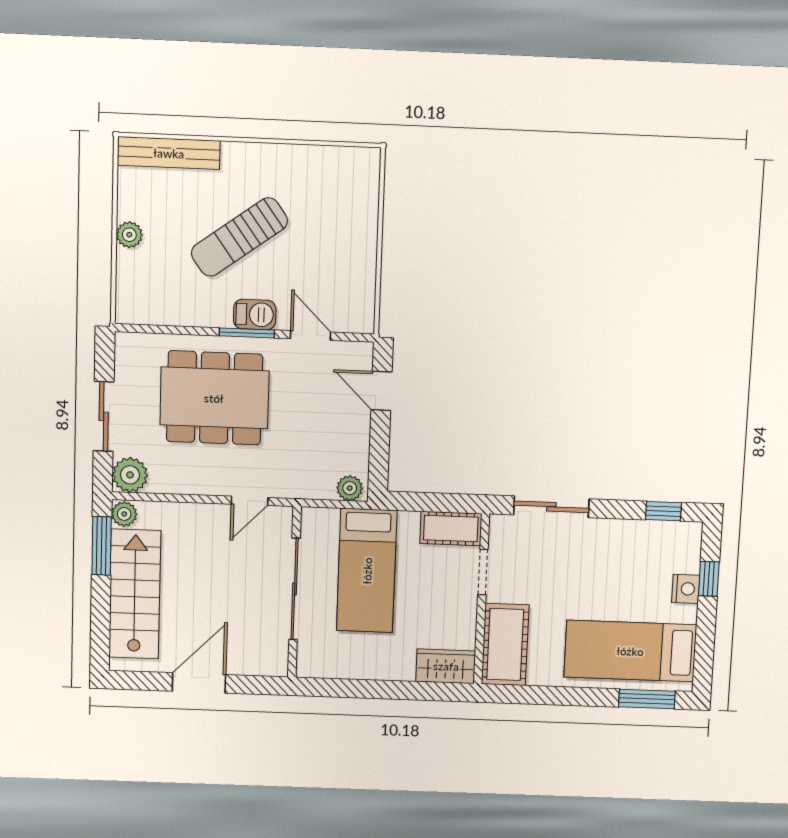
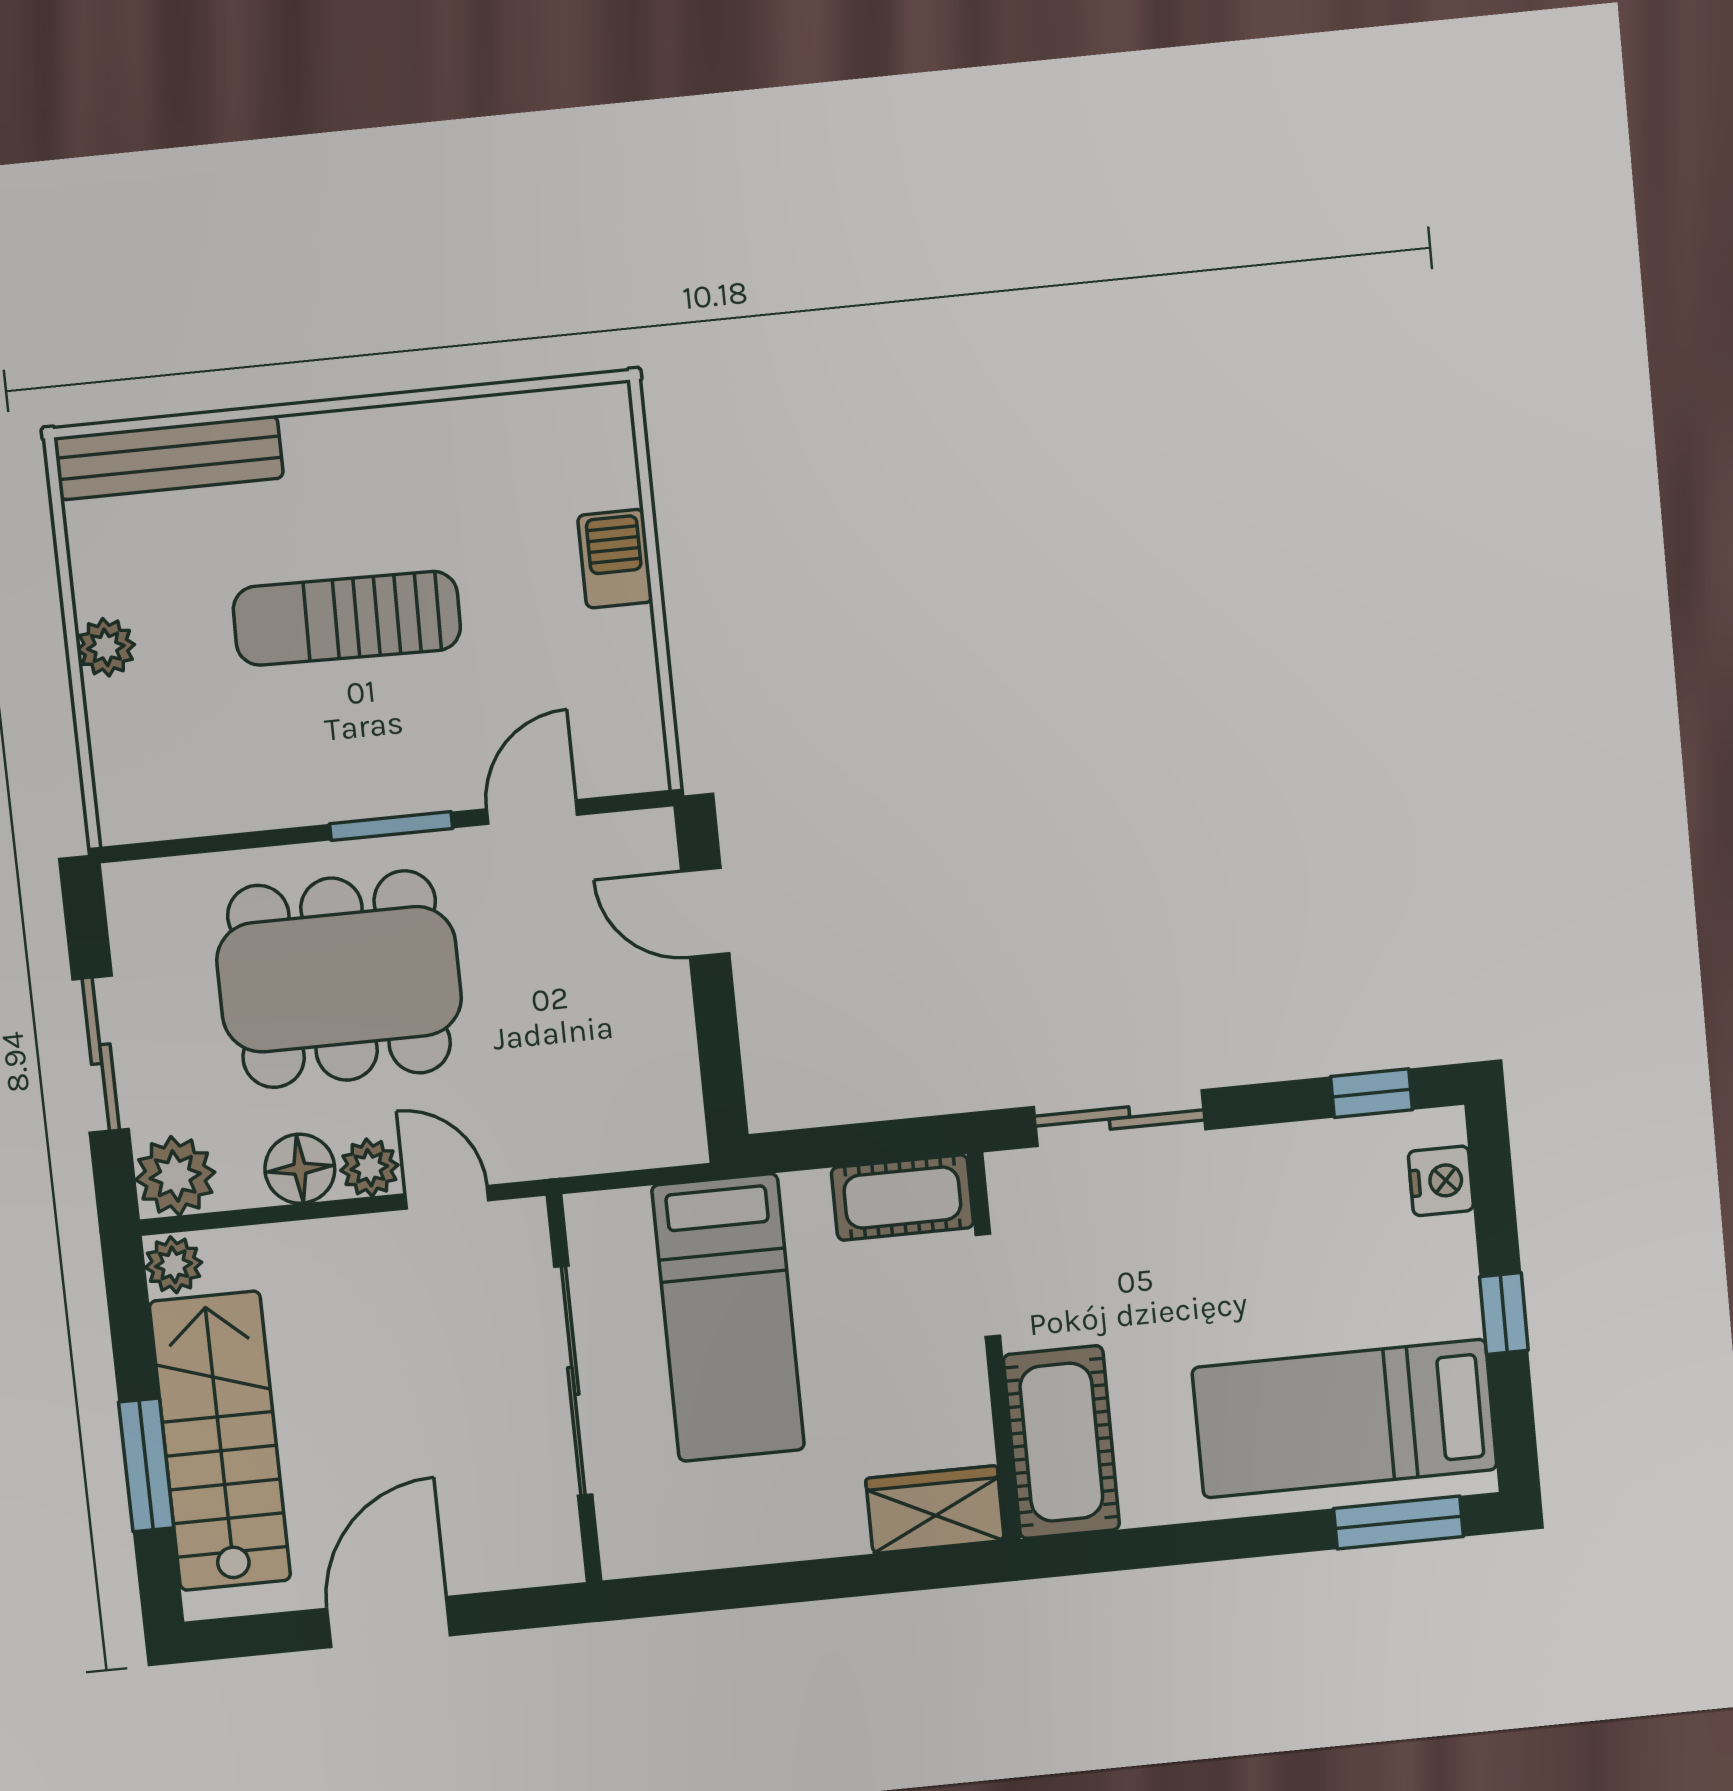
sun lounger: (239, 237) -> (347, 618), turned 37
barbecue: (255, 315) -> (615, 559), moved, turned -90
door: (311, 335) -> (532, 812), hinge flipped
floor lamp: (186, 479) -> (300, 1169), added
plant: (350, 488) -> (369, 1168), moved
door: (250, 501) -> (447, 1197), swing flipped
window: (102, 546) -> (146, 1465), moved
window: (709, 579) -> (1504, 1313), moved
nightstand: (686, 589) -> (1441, 1181), moved

